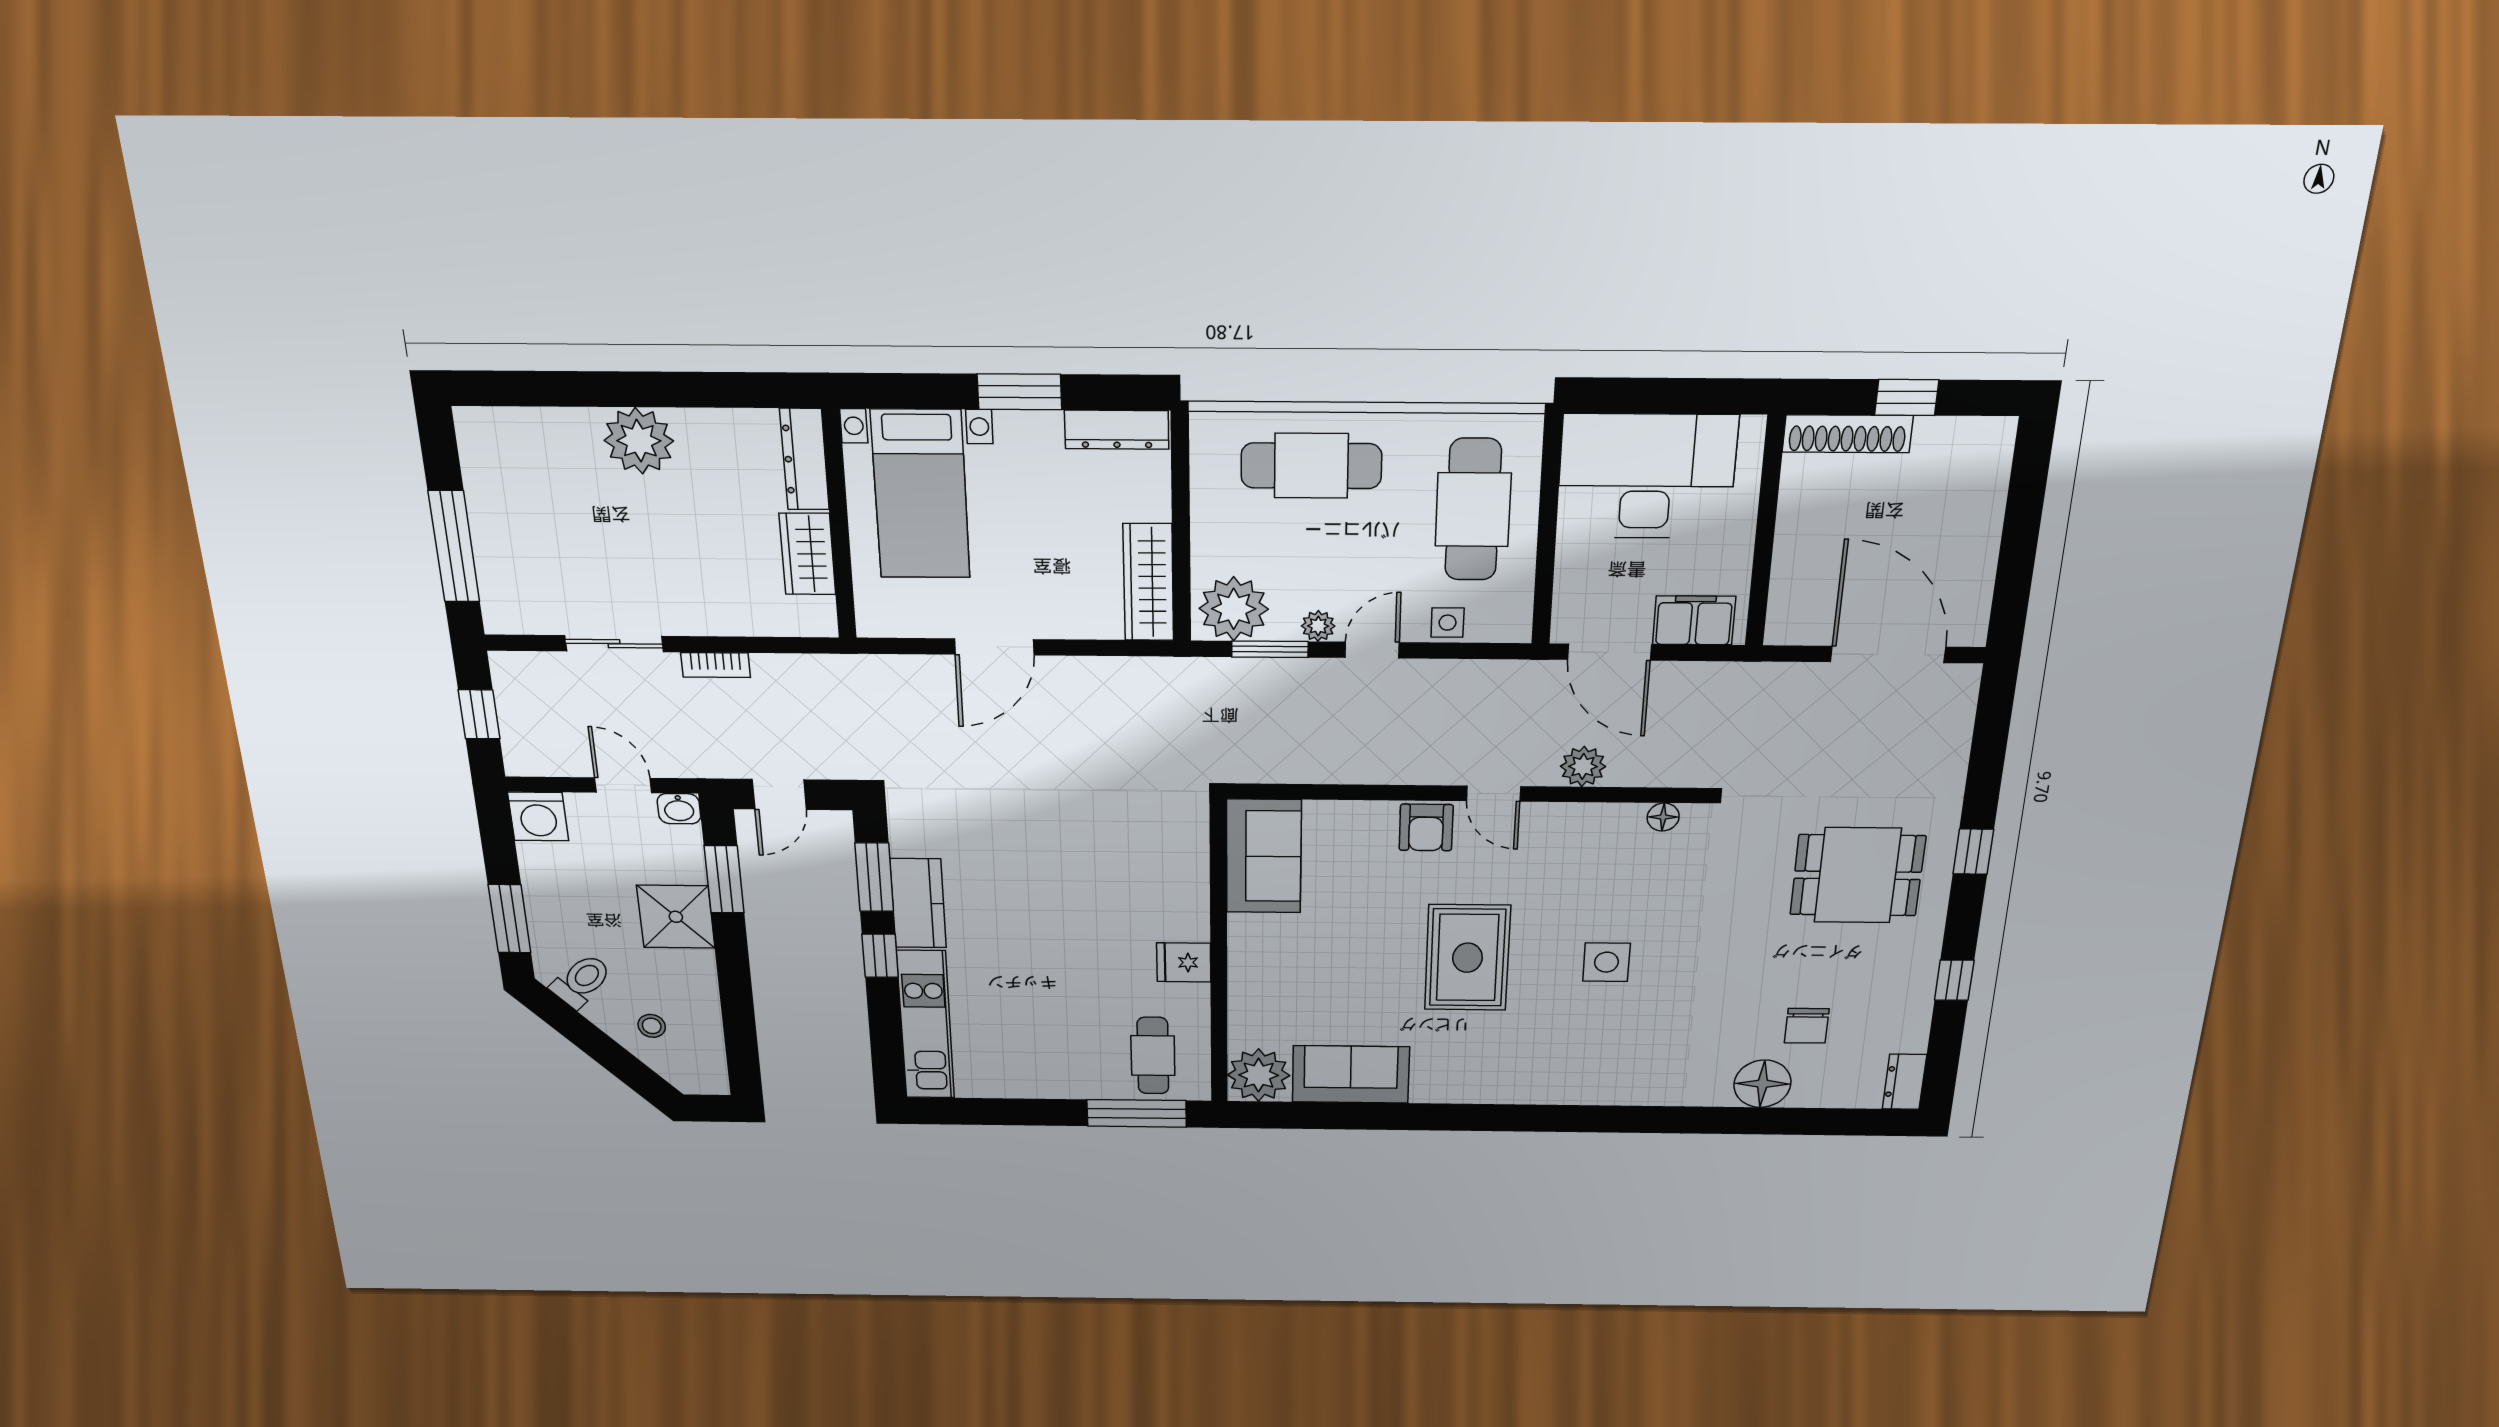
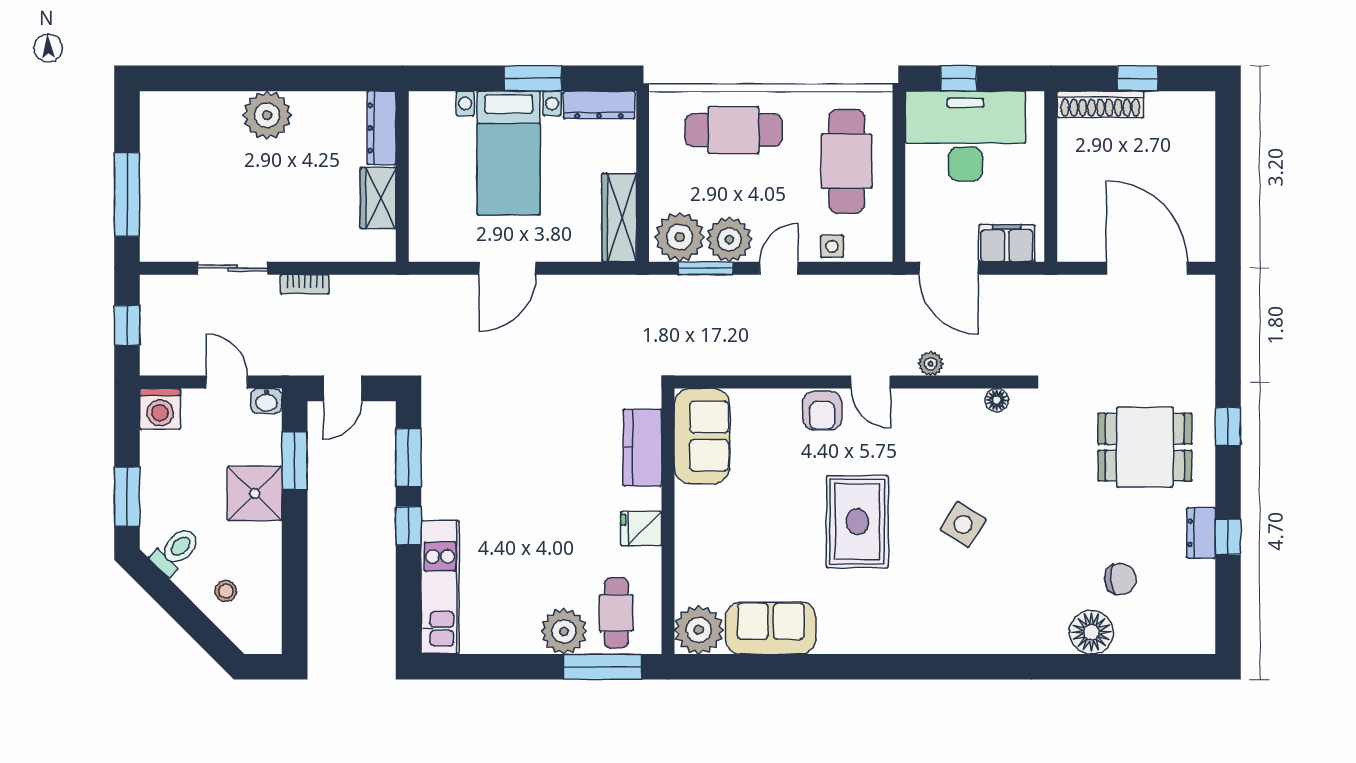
window: (1643, 396) -> (959, 78), added
bed with nightstands: (921, 494) -> (509, 153), moved
plant: (1318, 626) -> (729, 239), width x1.88, depth x1.88
plant: (1583, 766) -> (931, 364), width x0.73, depth x0.73
kitchen counter: (918, 903) -> (642, 448), moved, turned 180
side table: (1606, 962) -> (963, 524), turned 32
chair: (1807, 1026) -> (1120, 579), turned -94
plant: (1086, 1075) -> (564, 631), added
dresser: (1904, 1082) -> (1201, 533), moved

